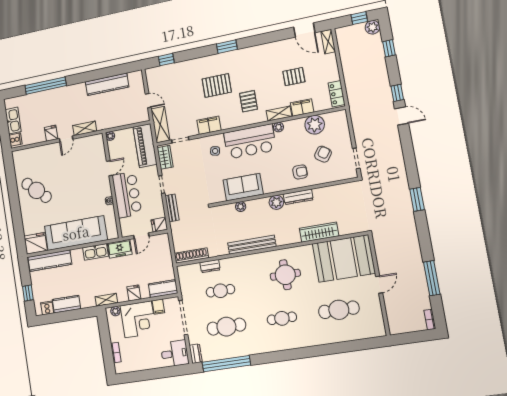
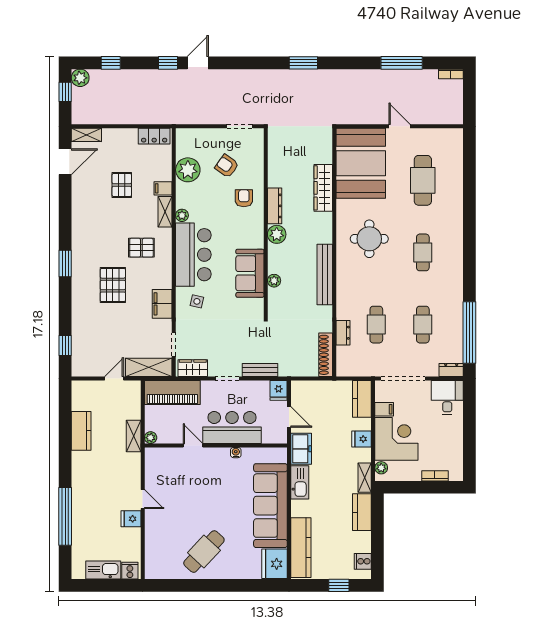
kitchen counter: (107, 84) -> (81, 431), width x0.67
filing cabinet: (302, 107) -> (163, 188), width x0.50
shelving: (85, 128) -> (134, 436), moved
kitchen counter: (66, 304) -> (362, 512), moved
cafe table: (226, 327) -> (423, 325), width x0.73, depth x0.74

